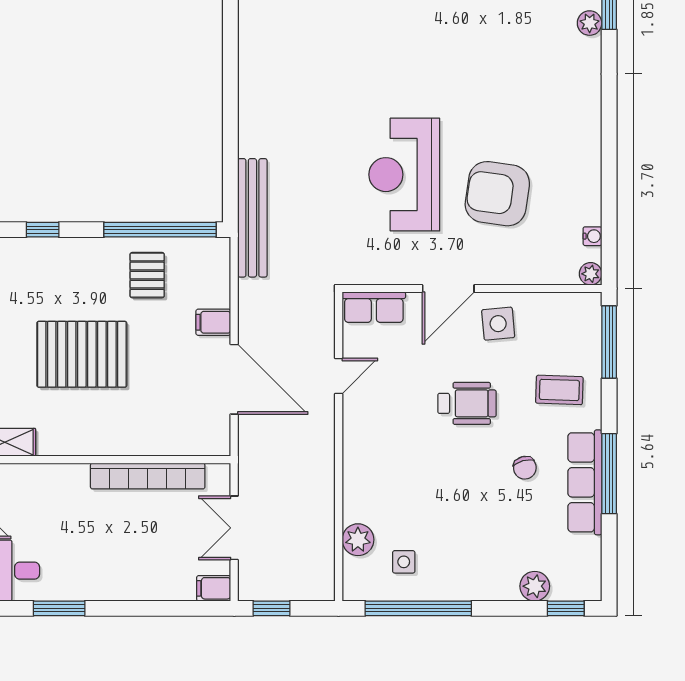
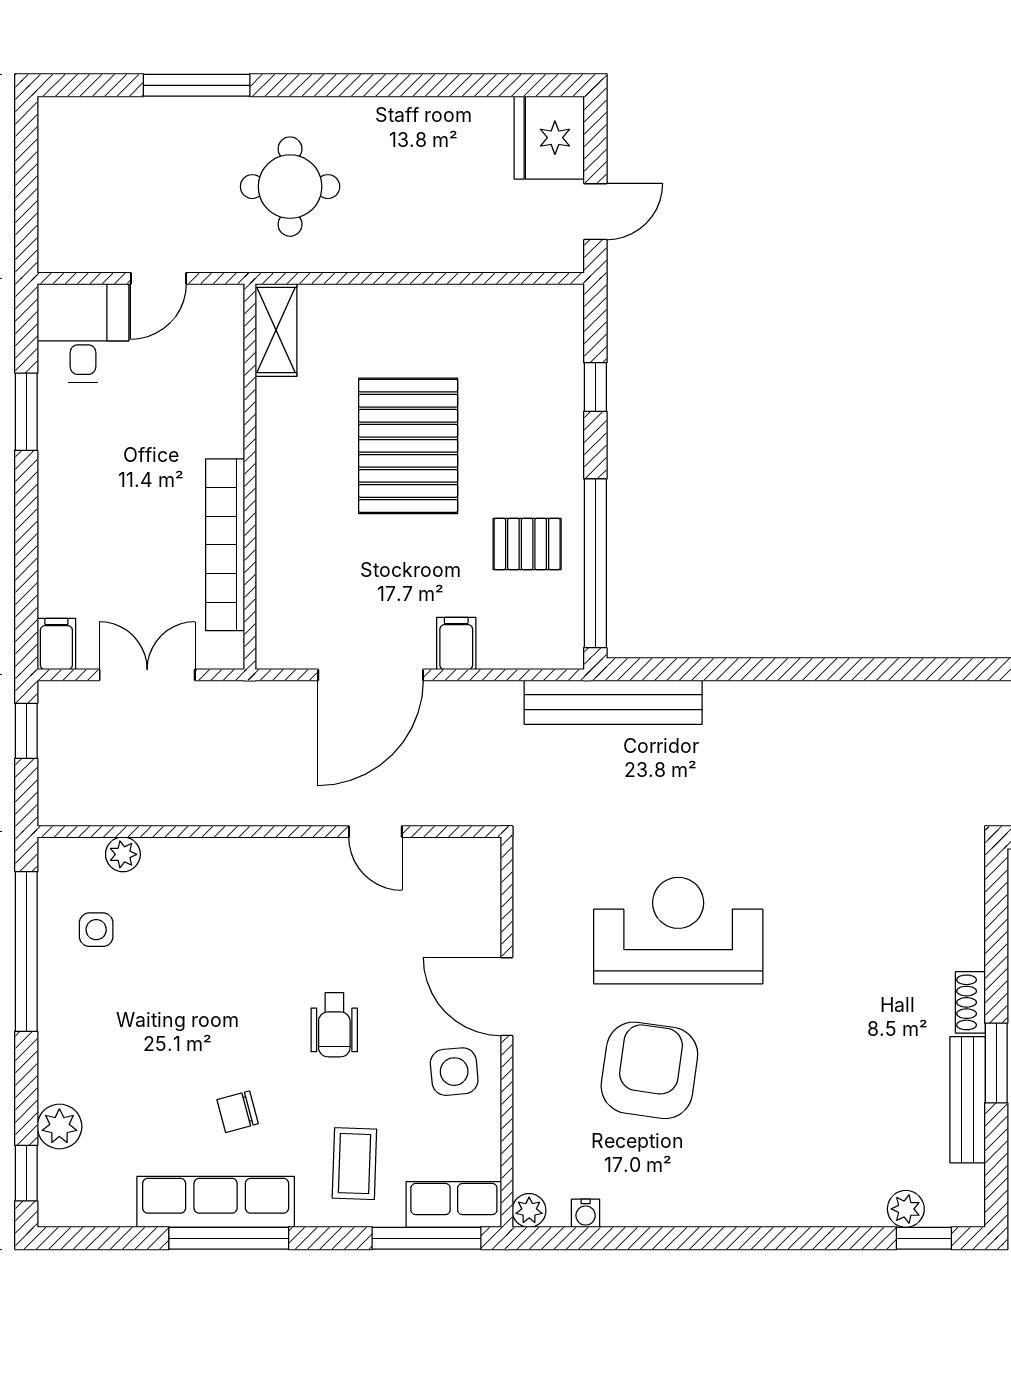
row of seats: (374, 307) -> (454, 1205), moved, turned 90
wheelchair: (467, 403) -> (334, 1025), width x0.73, depth x0.73
plant: (358, 540) -> (123, 854), width x0.73, depth x0.73

